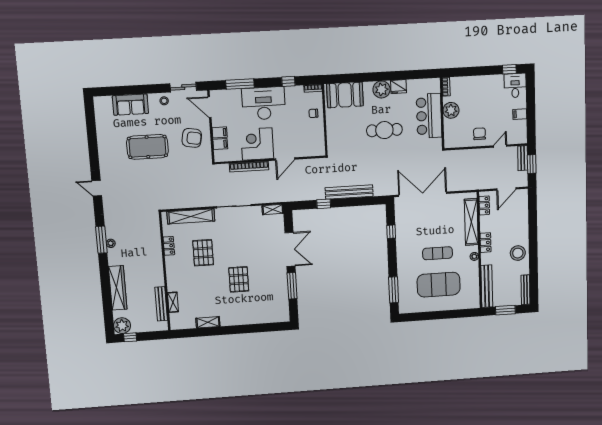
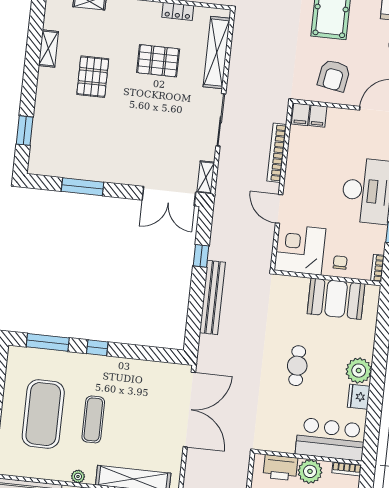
booth: (345, 95) -> (336, 299), moved, turned 90
bar counter: (429, 116) -> (330, 439), moved
cafe table: (384, 130) -> (297, 366), width x0.73, depth x0.74
printer: (451, 130) -> (280, 468), added
filing cabinet: (220, 132) -> (301, 114), moved
corner desk: (257, 144) -> (300, 249), moved, turned -90
window: (391, 232) -> (97, 348), moved
double door: (290, 249) -> (169, 196), moved
pallet: (239, 279) -> (93, 77), moved, turned 90
window: (263, 328) -> (25, 131), added

